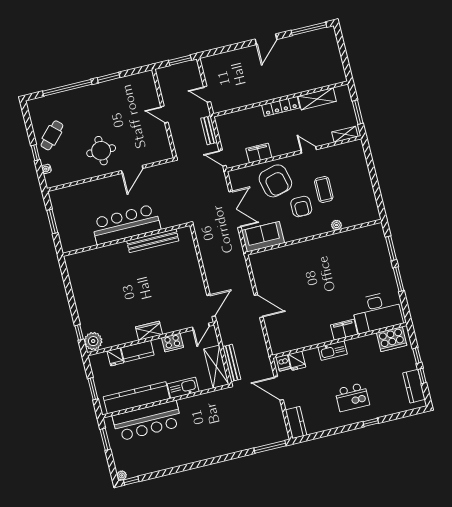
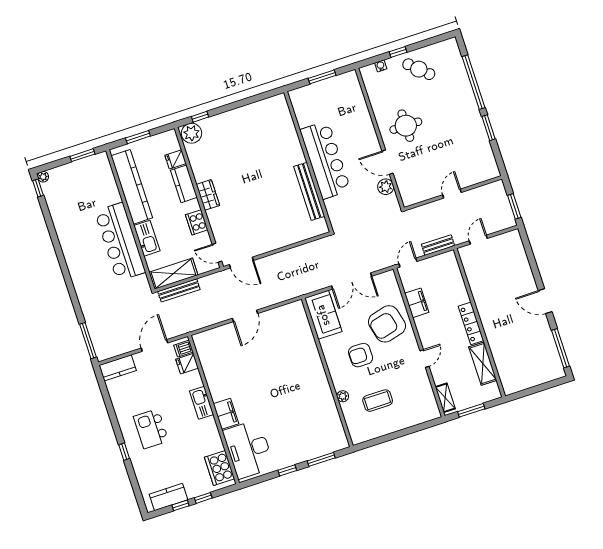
plant: (154, 173) -> (386, 187), added
coffee table: (324, 189) -> (378, 401), moved
window: (398, 279) -> (287, 470), width x0.67
bar counter: (147, 421) -> (120, 242), moved

